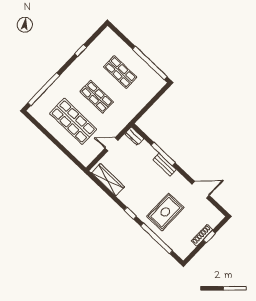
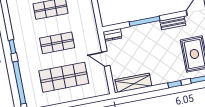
window: (81, 50) -> (12, 47), moved
door: (111, 144) -> (106, 59), hinge flipped
bench: (165, 165) -> (173, 23), moved

